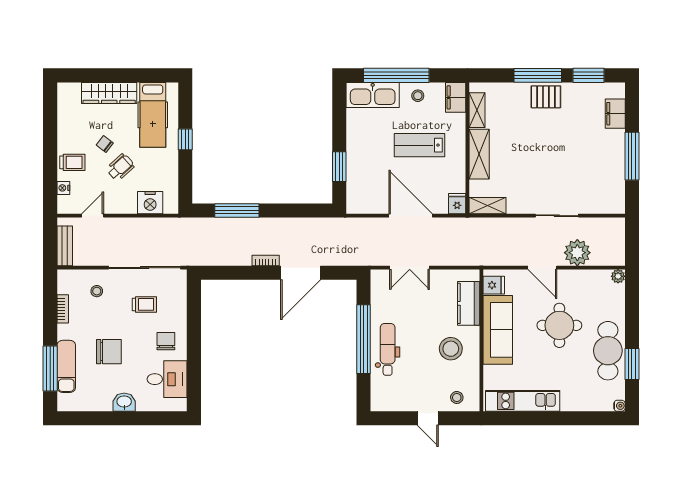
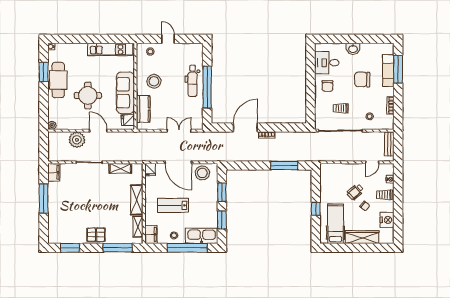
window: (538, 75) -> (118, 248), moved
filing cabinet: (615, 114) -> (54, 172), moved
window: (339, 121) -> (222, 220), added
lab bench: (419, 145) -> (173, 205), turned 180
stool: (371, 198) -> (202, 173), added
nightstand: (150, 203) -> (387, 220), moved, turned 90
shelving: (488, 206) -> (120, 168), moved

